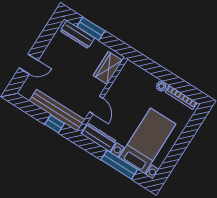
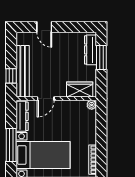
plant: (161, 86) -> (92, 105), moved

